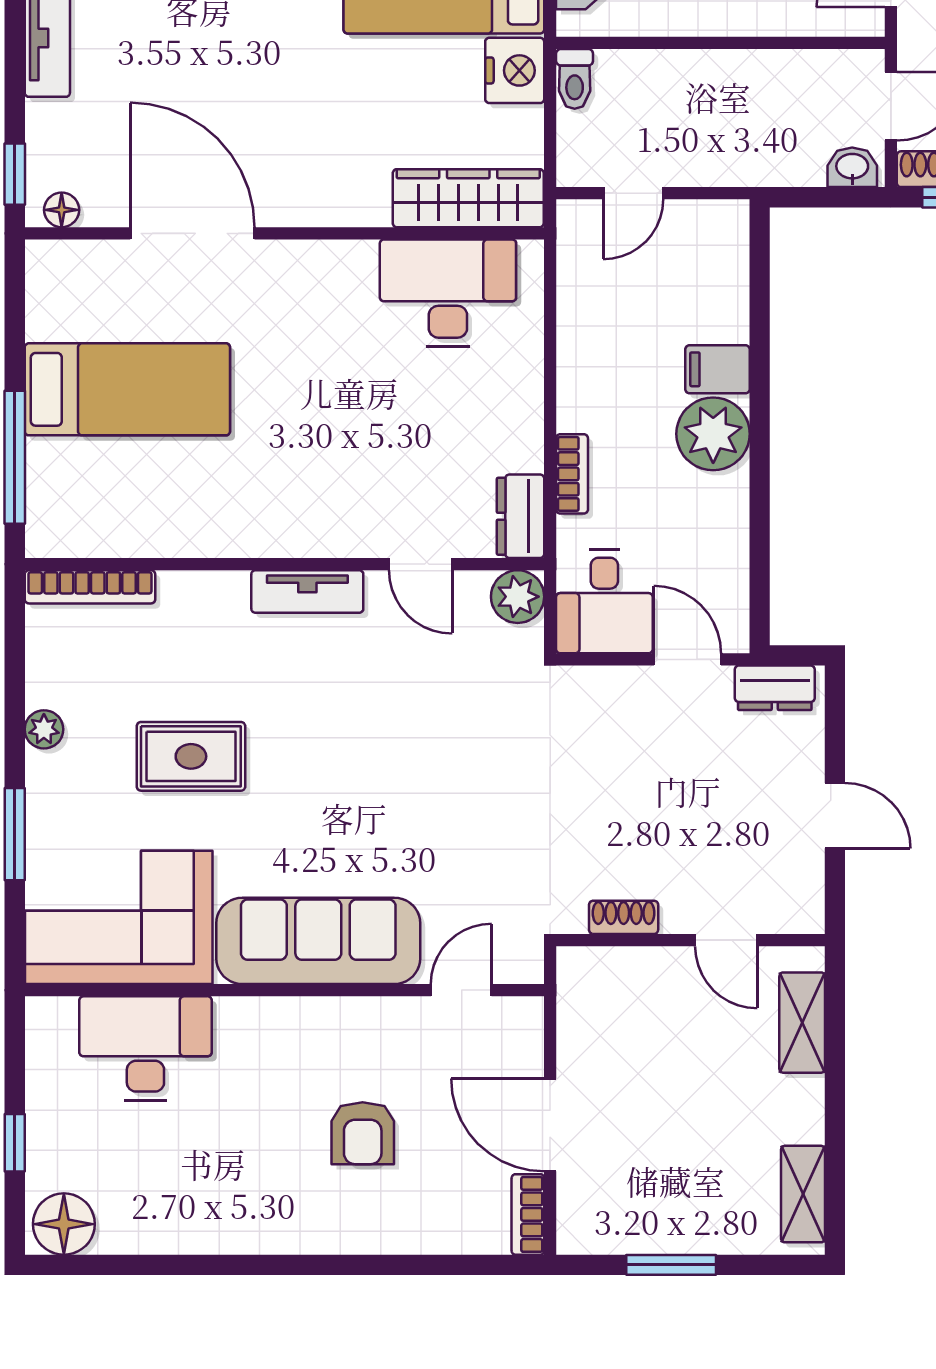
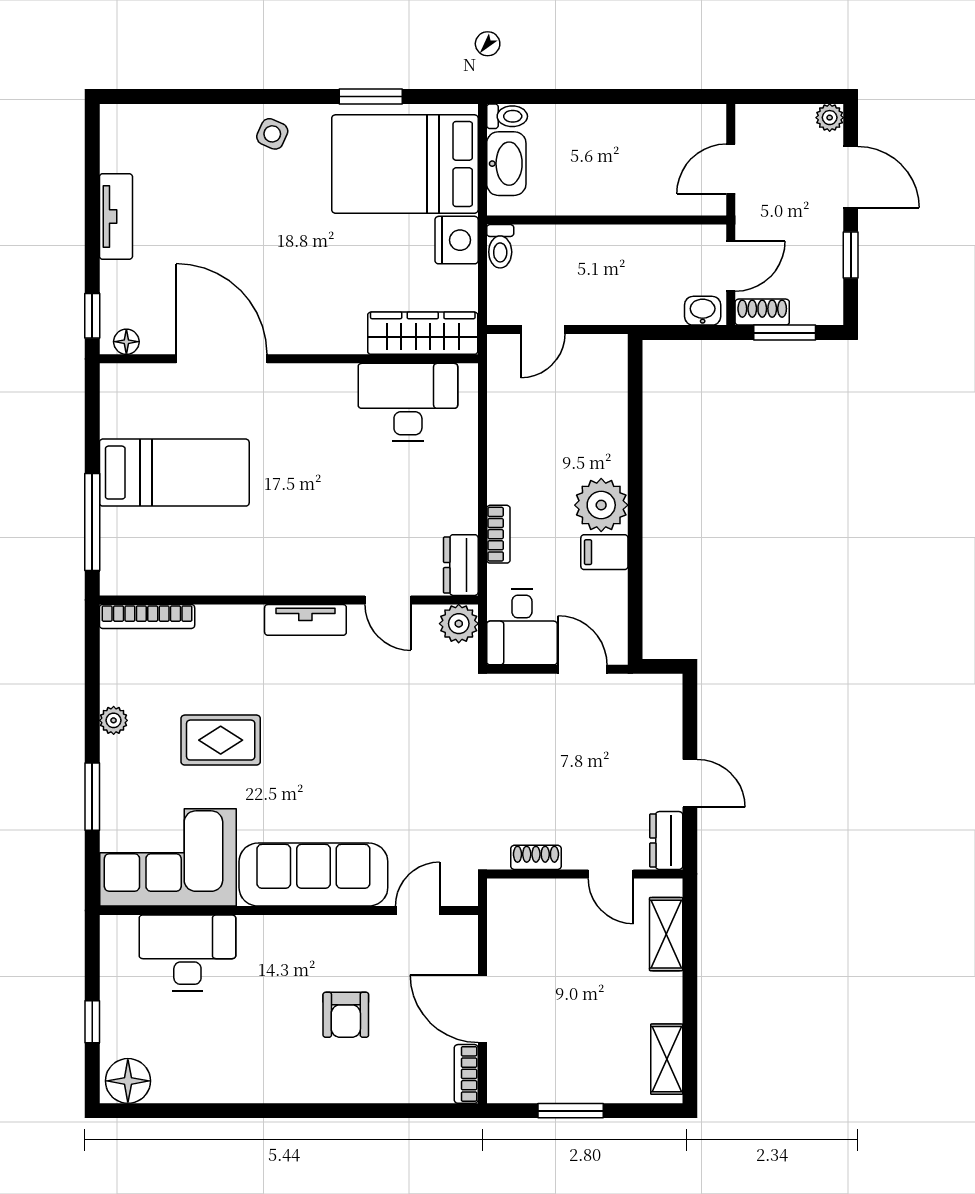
filing cabinet: (717, 369) -> (604, 552), moved
dresser: (775, 688) -> (666, 841), moved, turned 90

